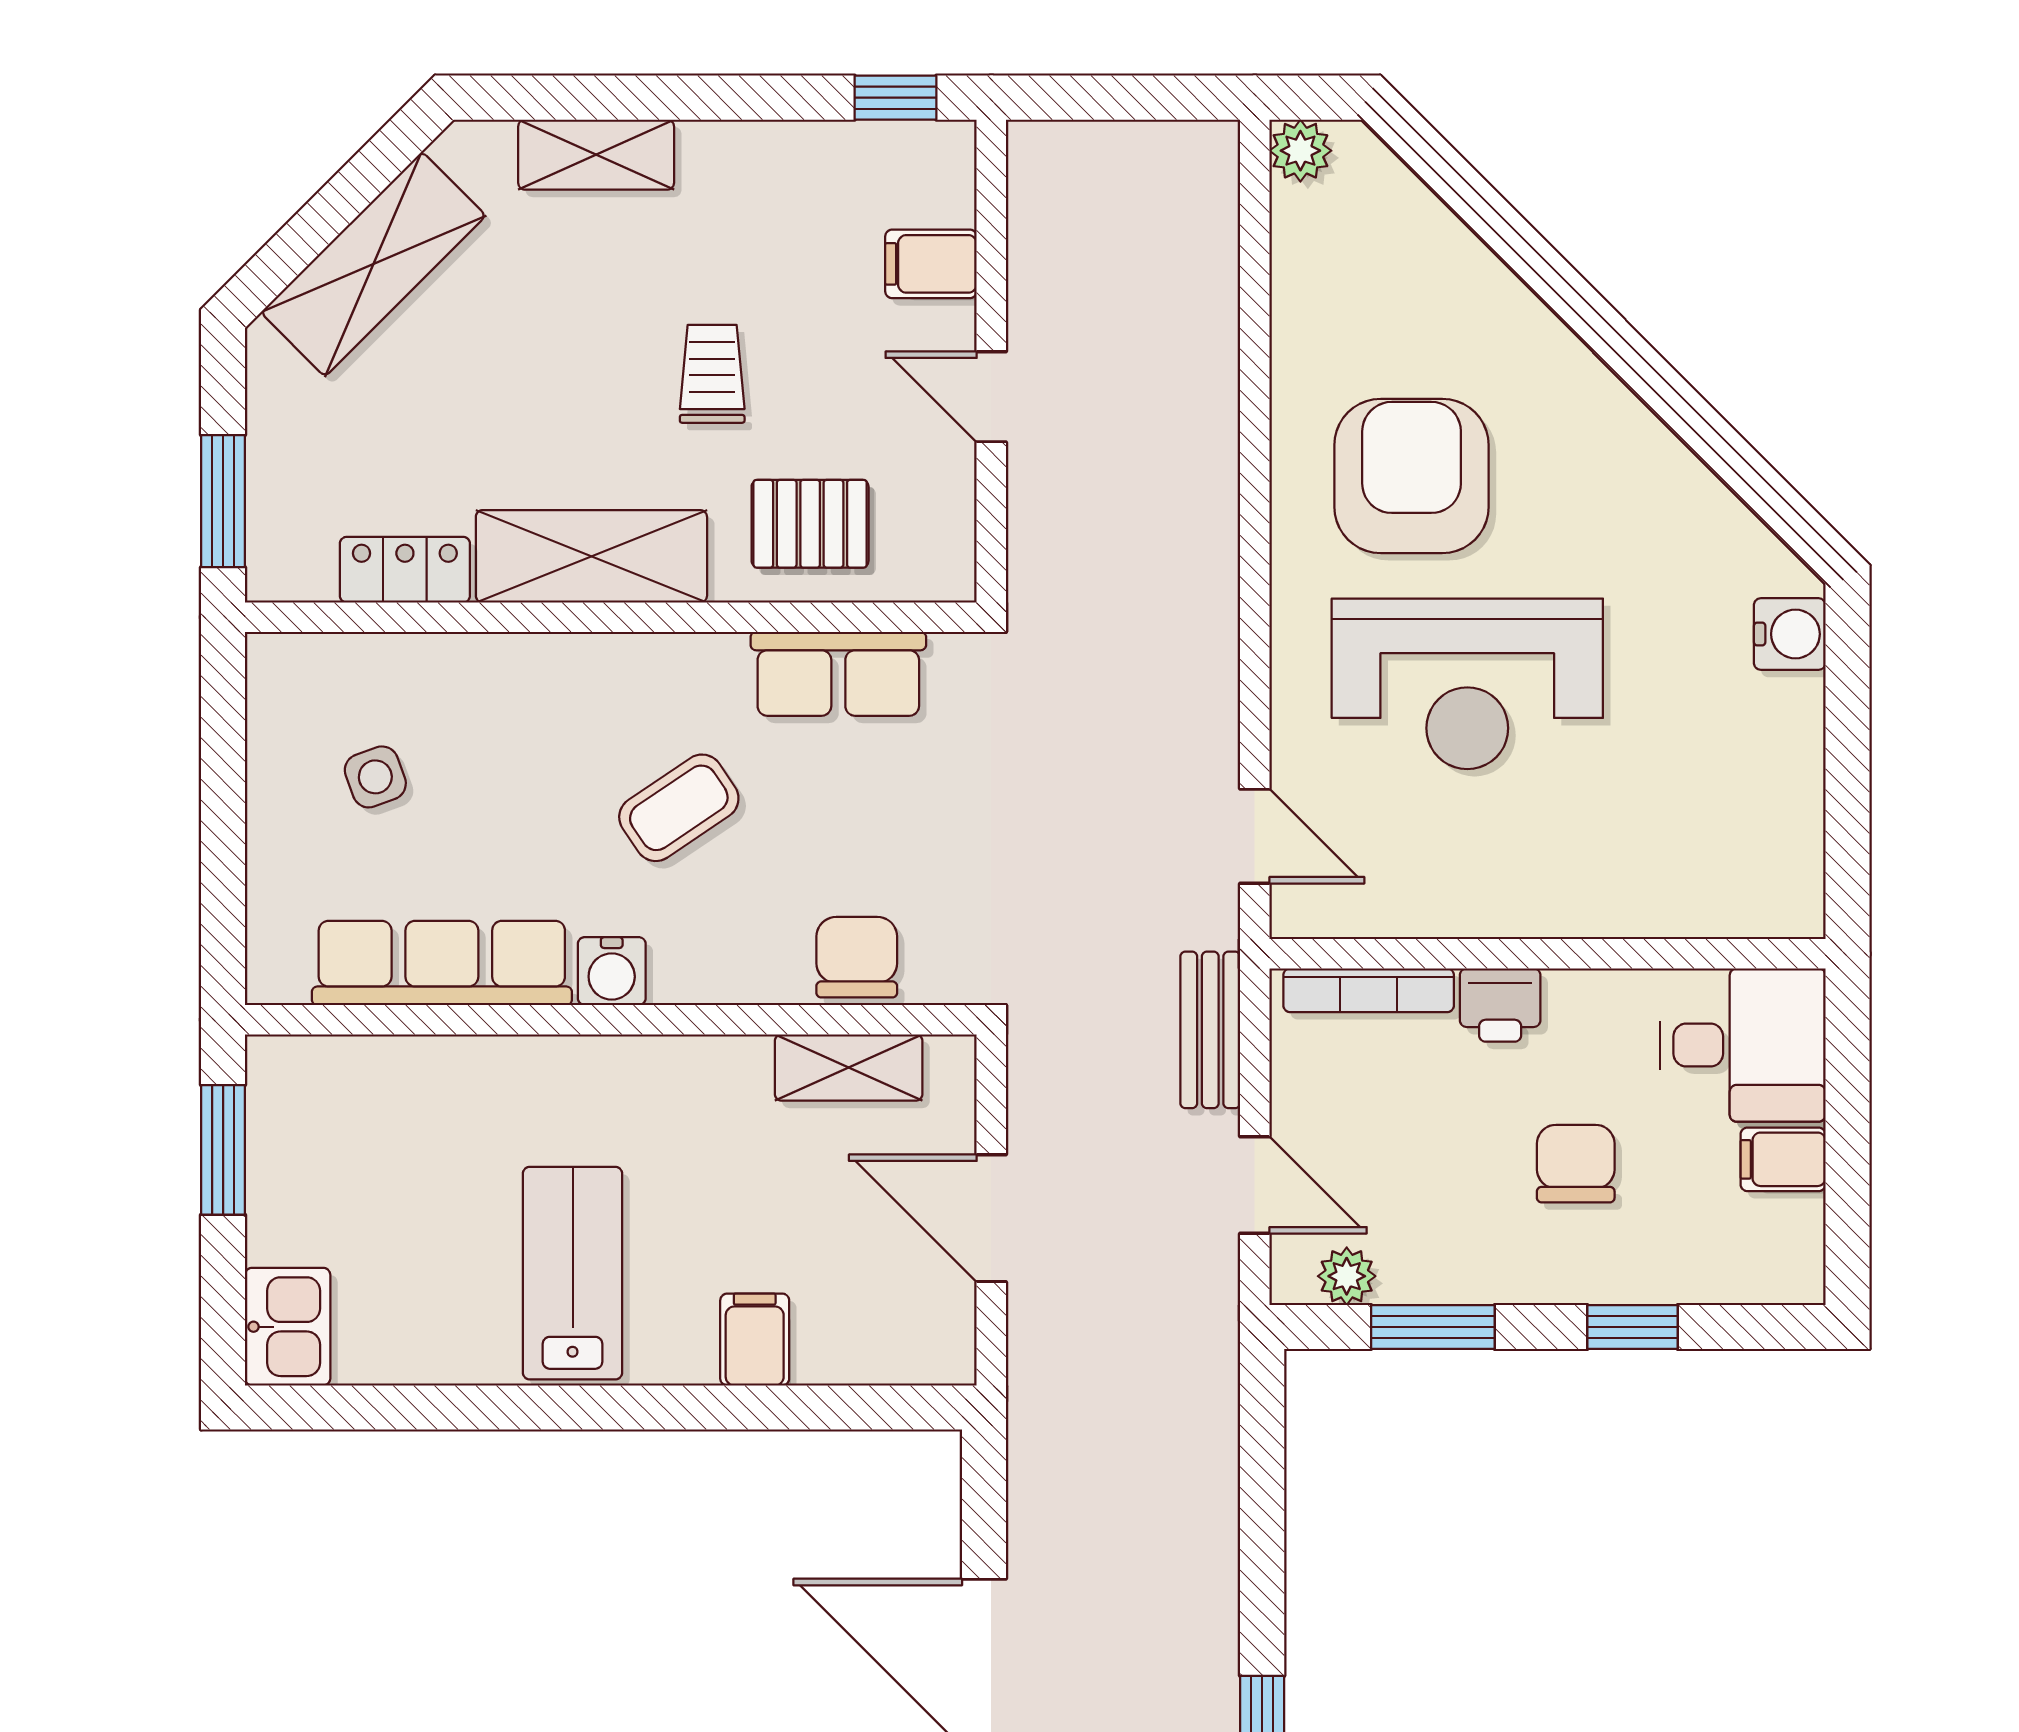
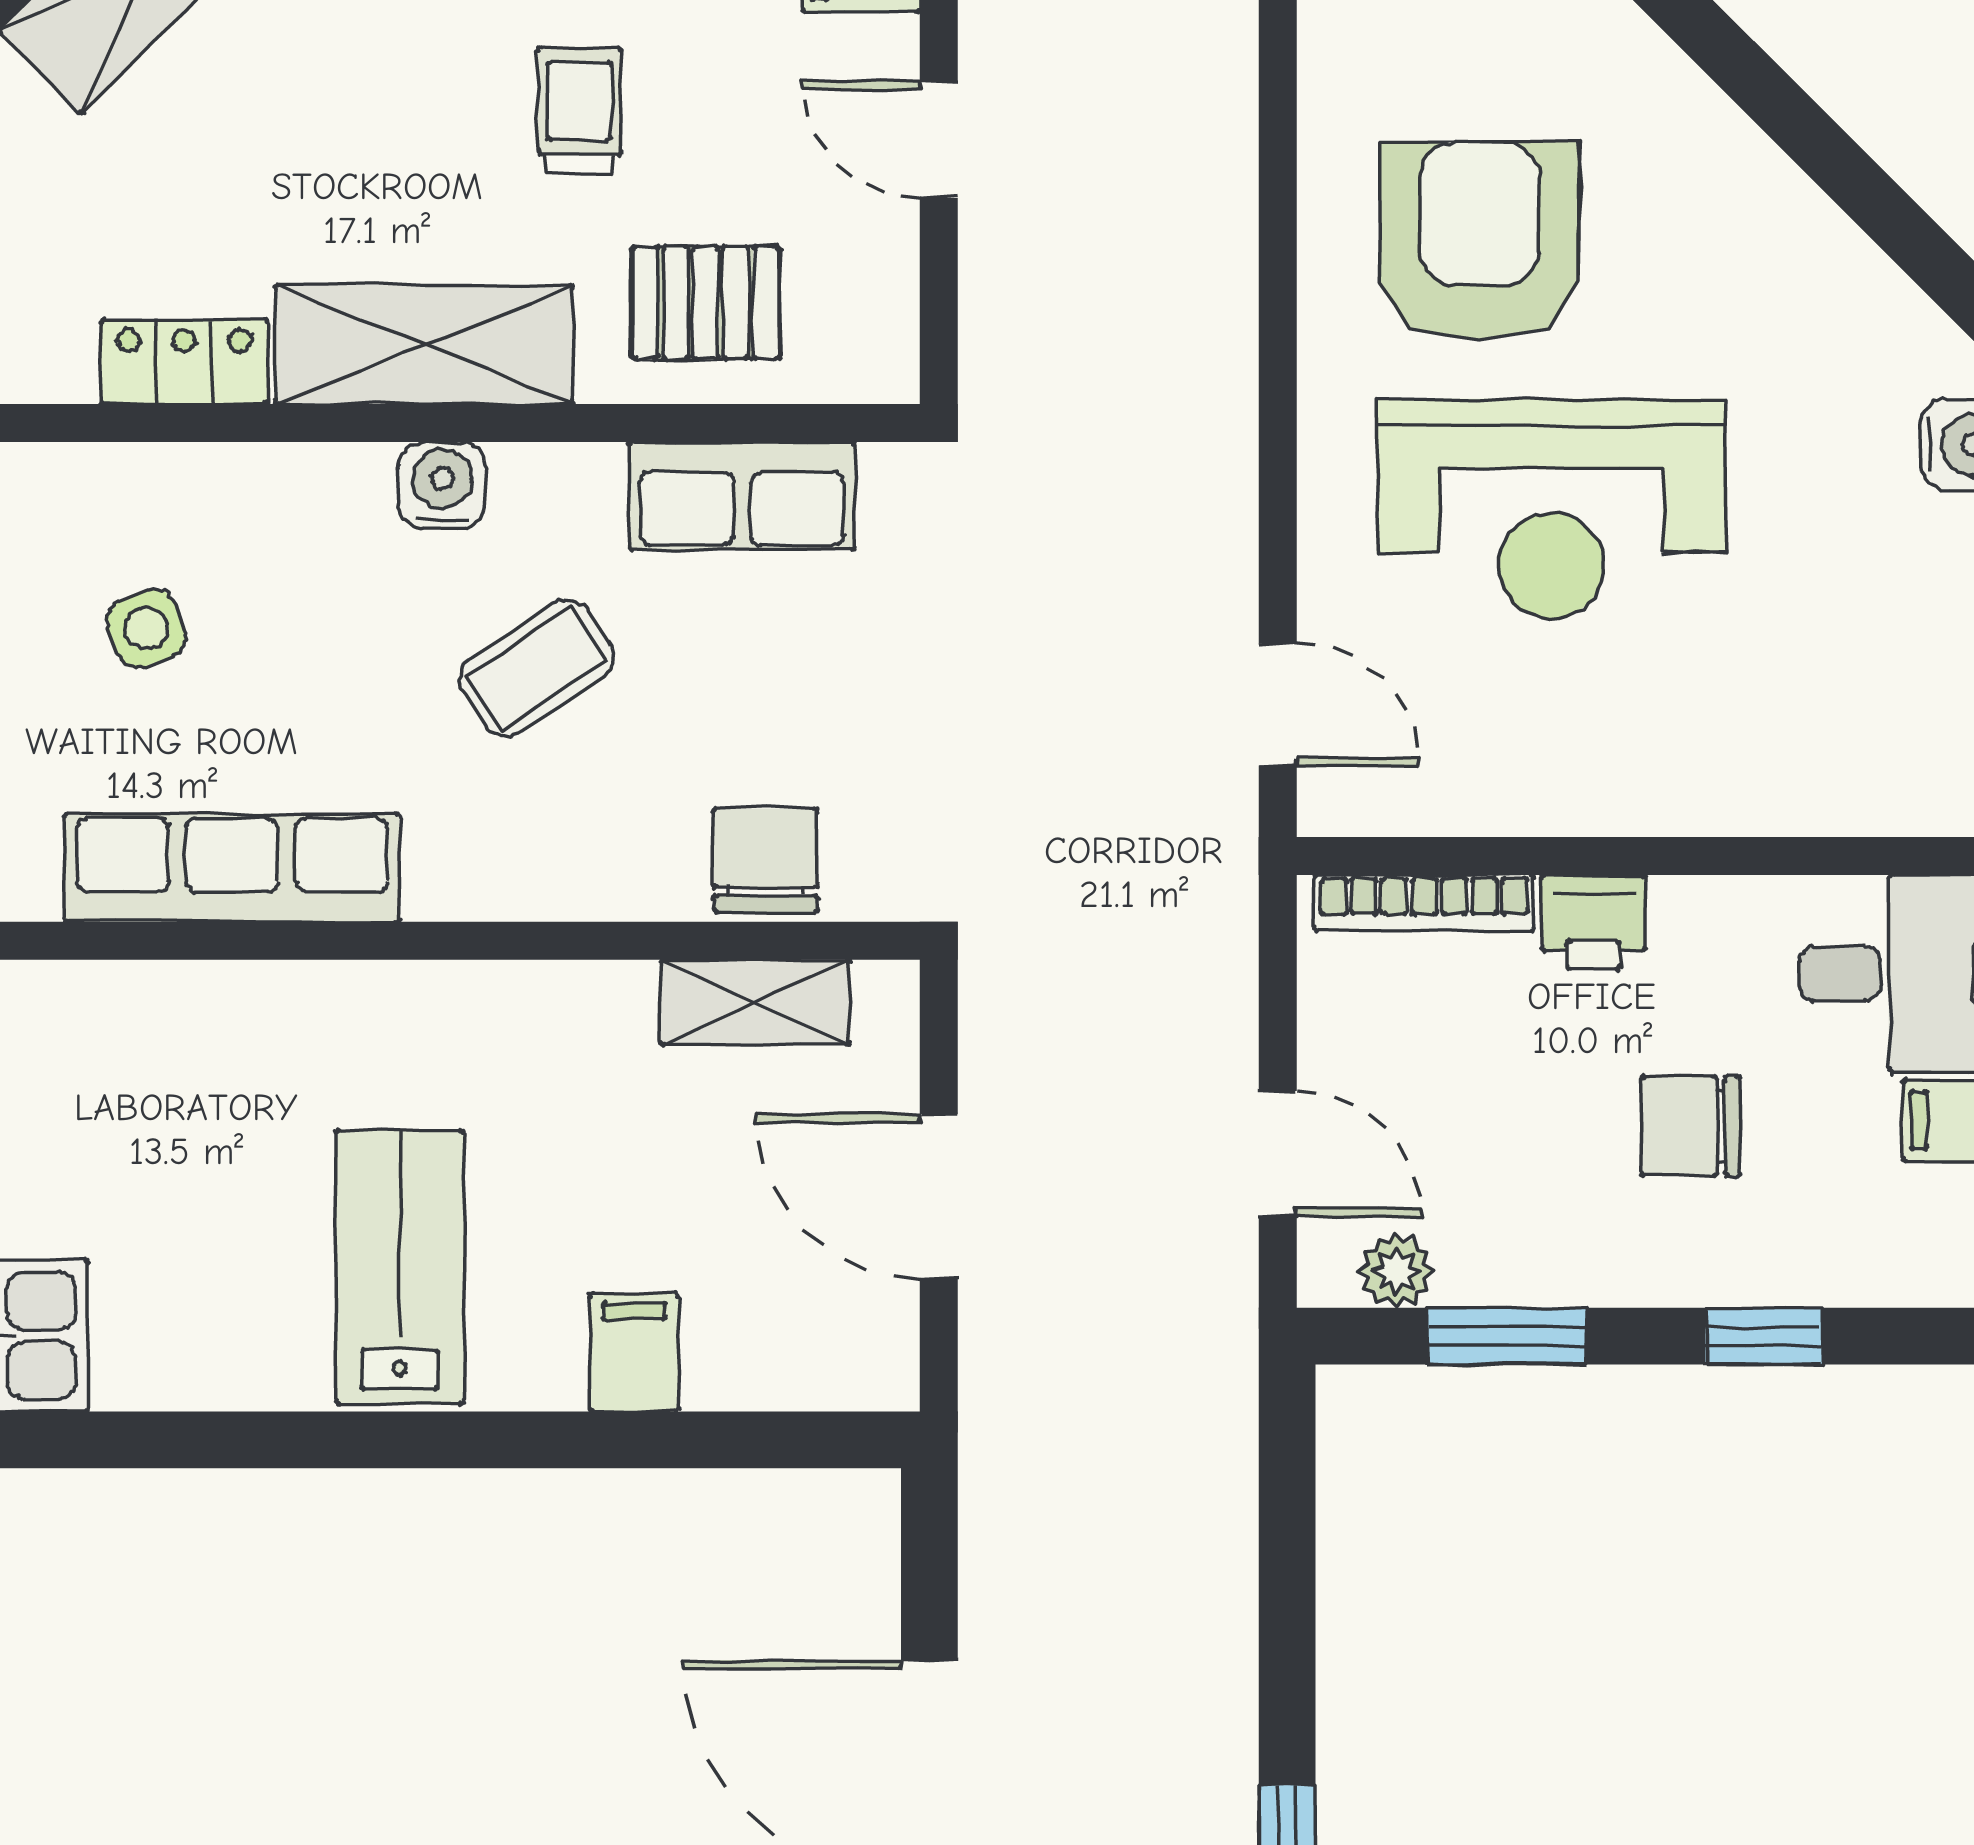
water cooler: (612, 971) -> (442, 485), moved, turned 180
bench: (1210, 1030) -> (1220, 954), removed
chair: (1576, 1164) -> (1691, 1126), turned -90

